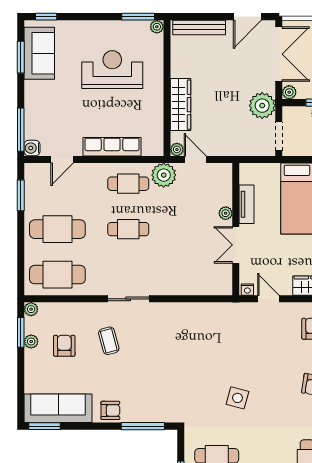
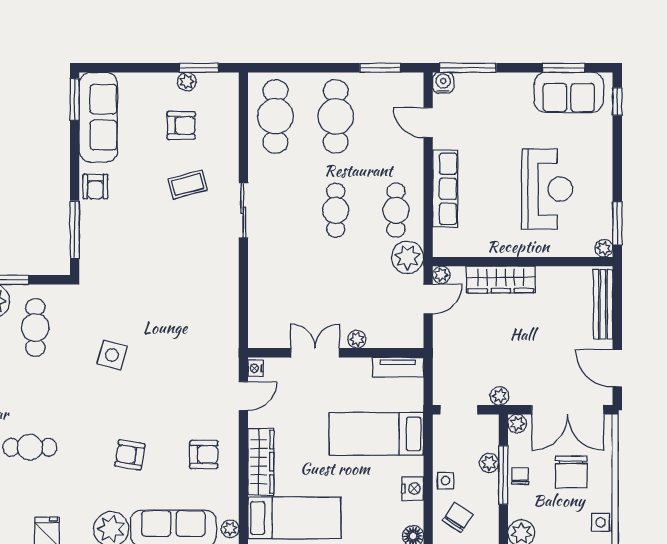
plant: (262, 106) -> (499, 396), width x0.53, depth x0.53
tv unit: (247, 204) -> (398, 367), moved
plant: (31, 309) -> (230, 81), removed

